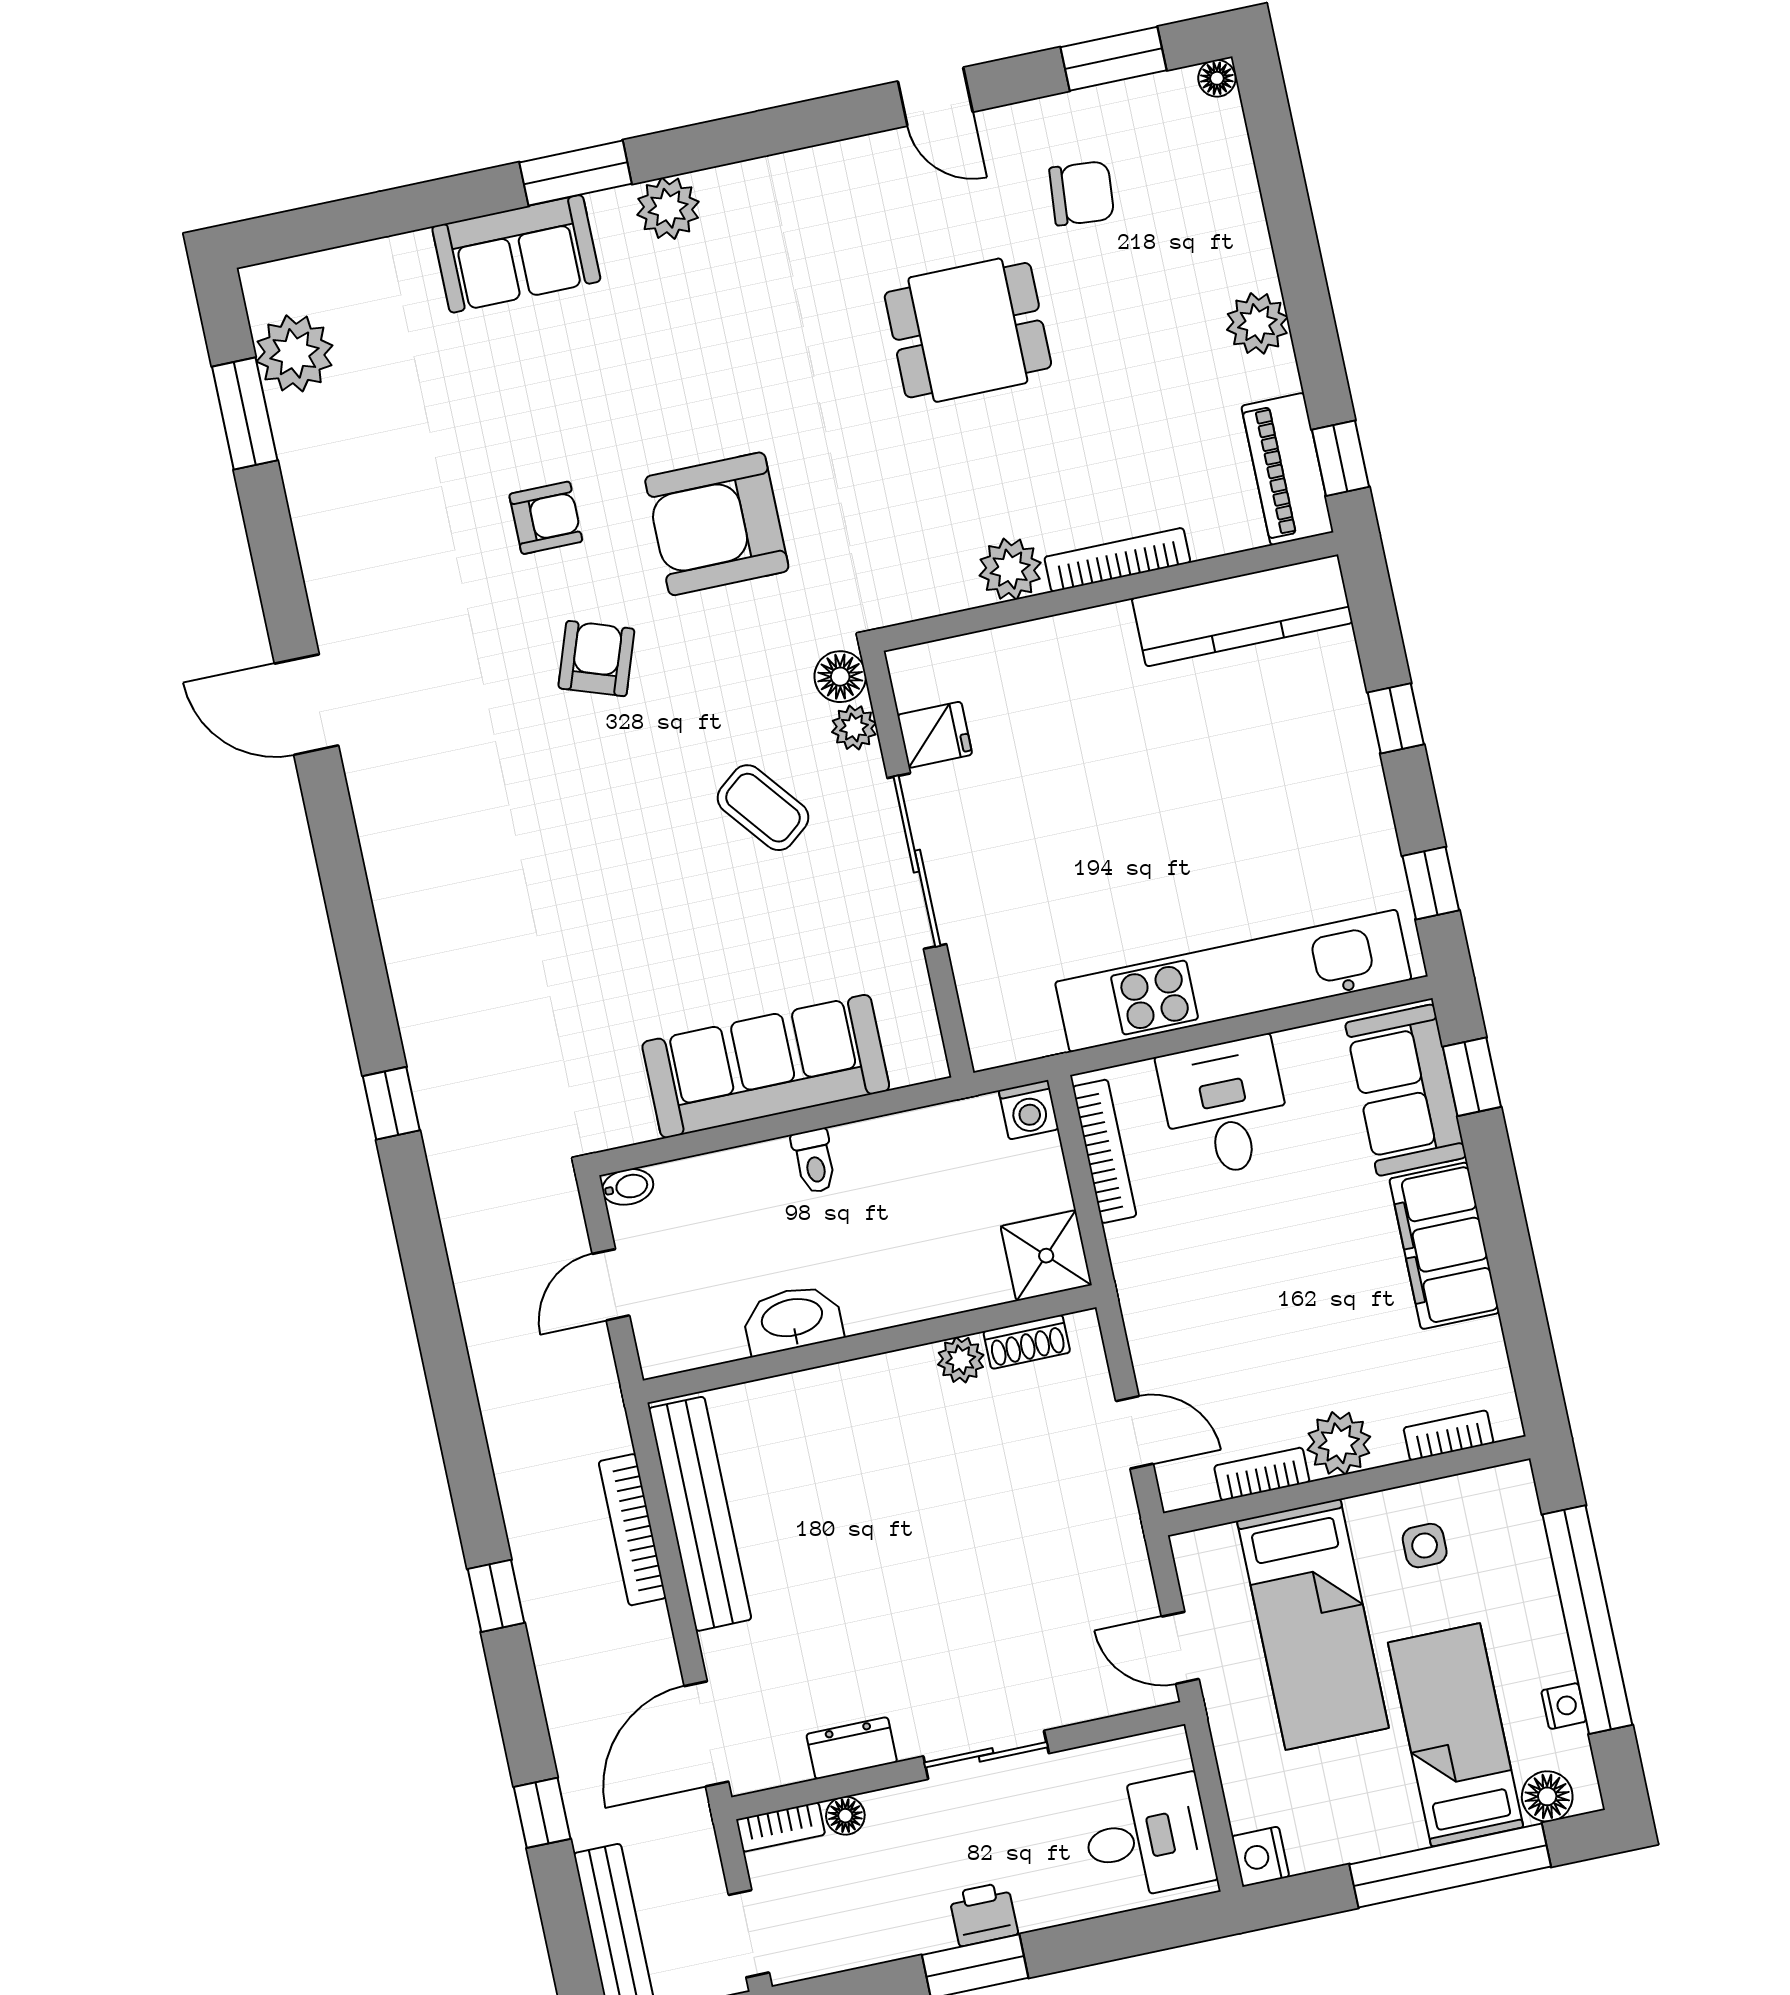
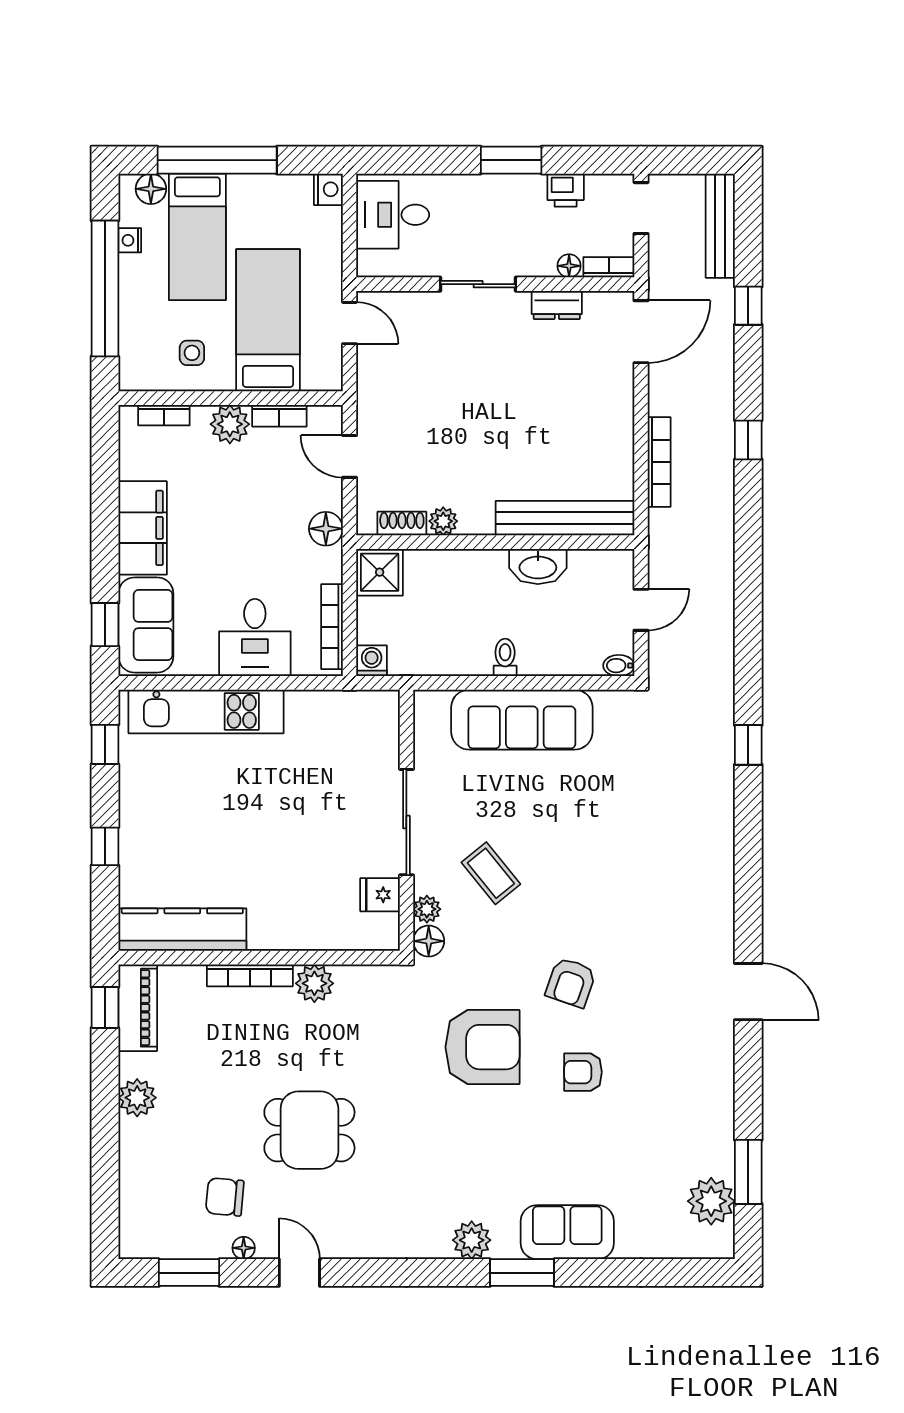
floor lamp: (1217, 78) -> (244, 1248), moved
kitchen unit: (1233, 981) -> (206, 711), width x0.73
floor lamp: (1148, 1307) -> (326, 529), added
bench: (700, 1514) -> (565, 518), moved, turned 90
printer: (983, 1914) -> (566, 190), moved

